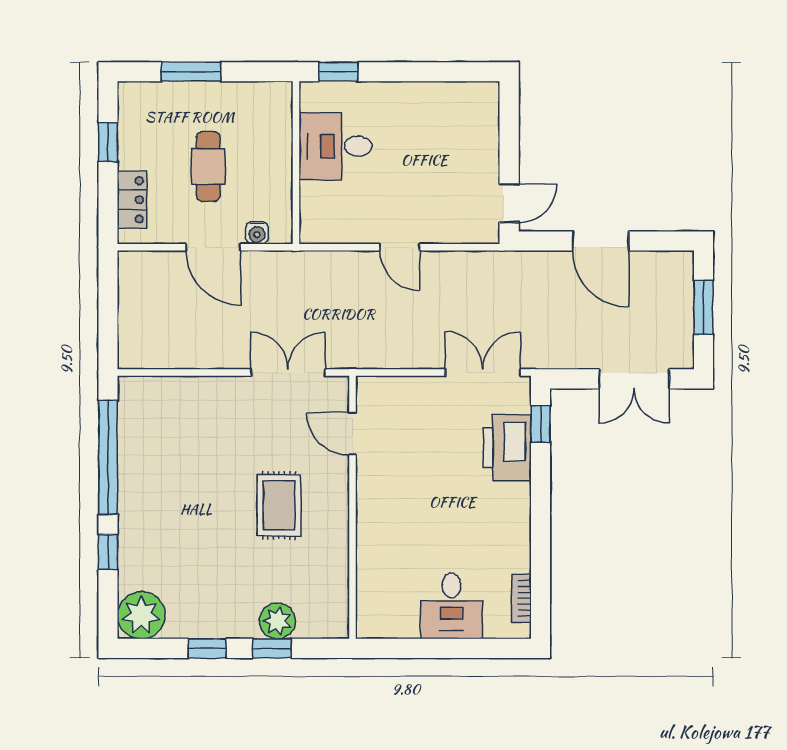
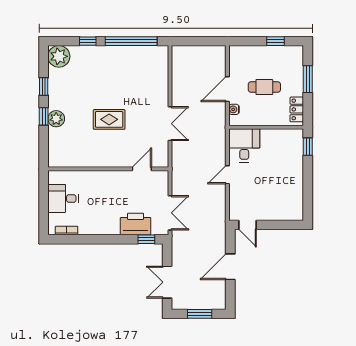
desk: (336, 146) -> (244, 145), moved
locker: (132, 200) -> (297, 109), moved, turned 90
door: (352, 434) -> (142, 169), moved
wall: (352, 507) -> (108, 169), moved

